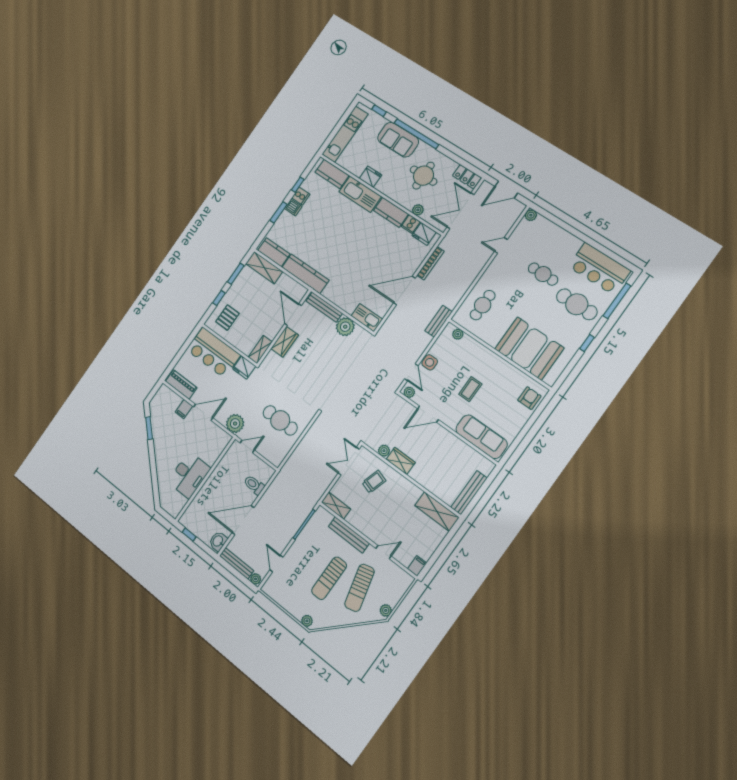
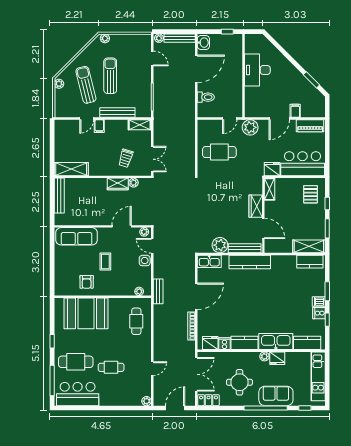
plant: (418, 210) -> (264, 356), moved
kitchen counter: (305, 274) -> (250, 262), moved
armchair: (529, 398) -> (87, 282), moved
filing cabinet: (417, 566) -> (99, 126), moved

